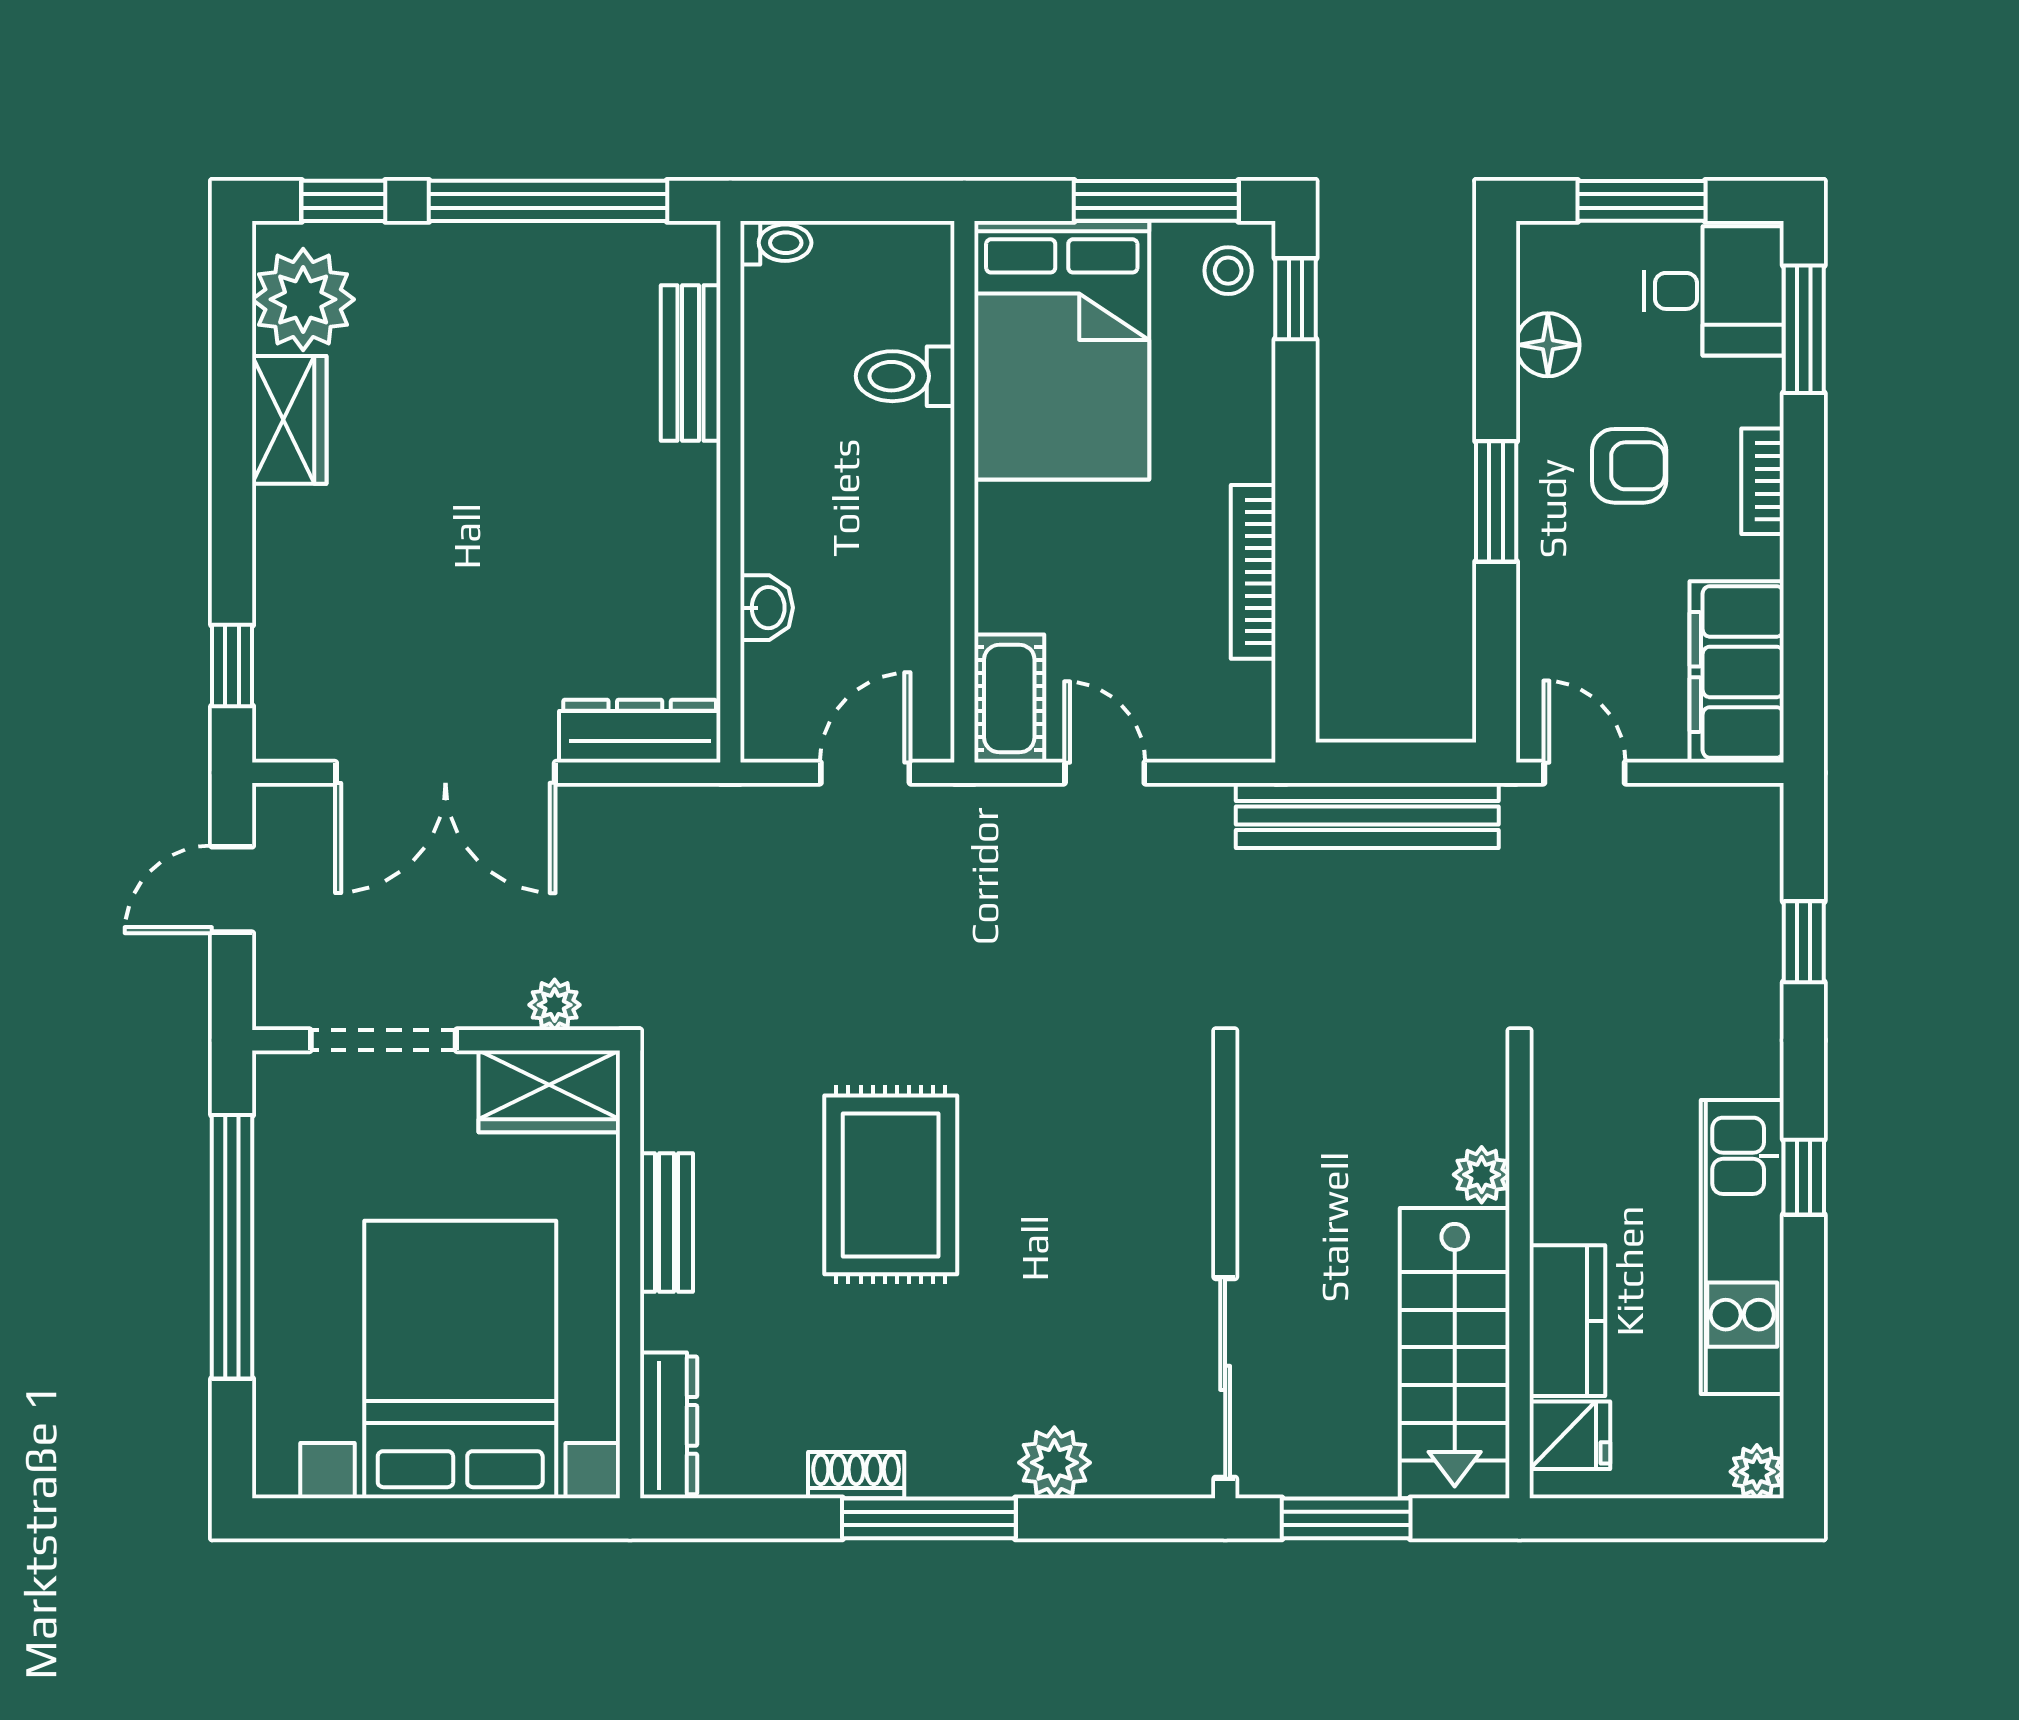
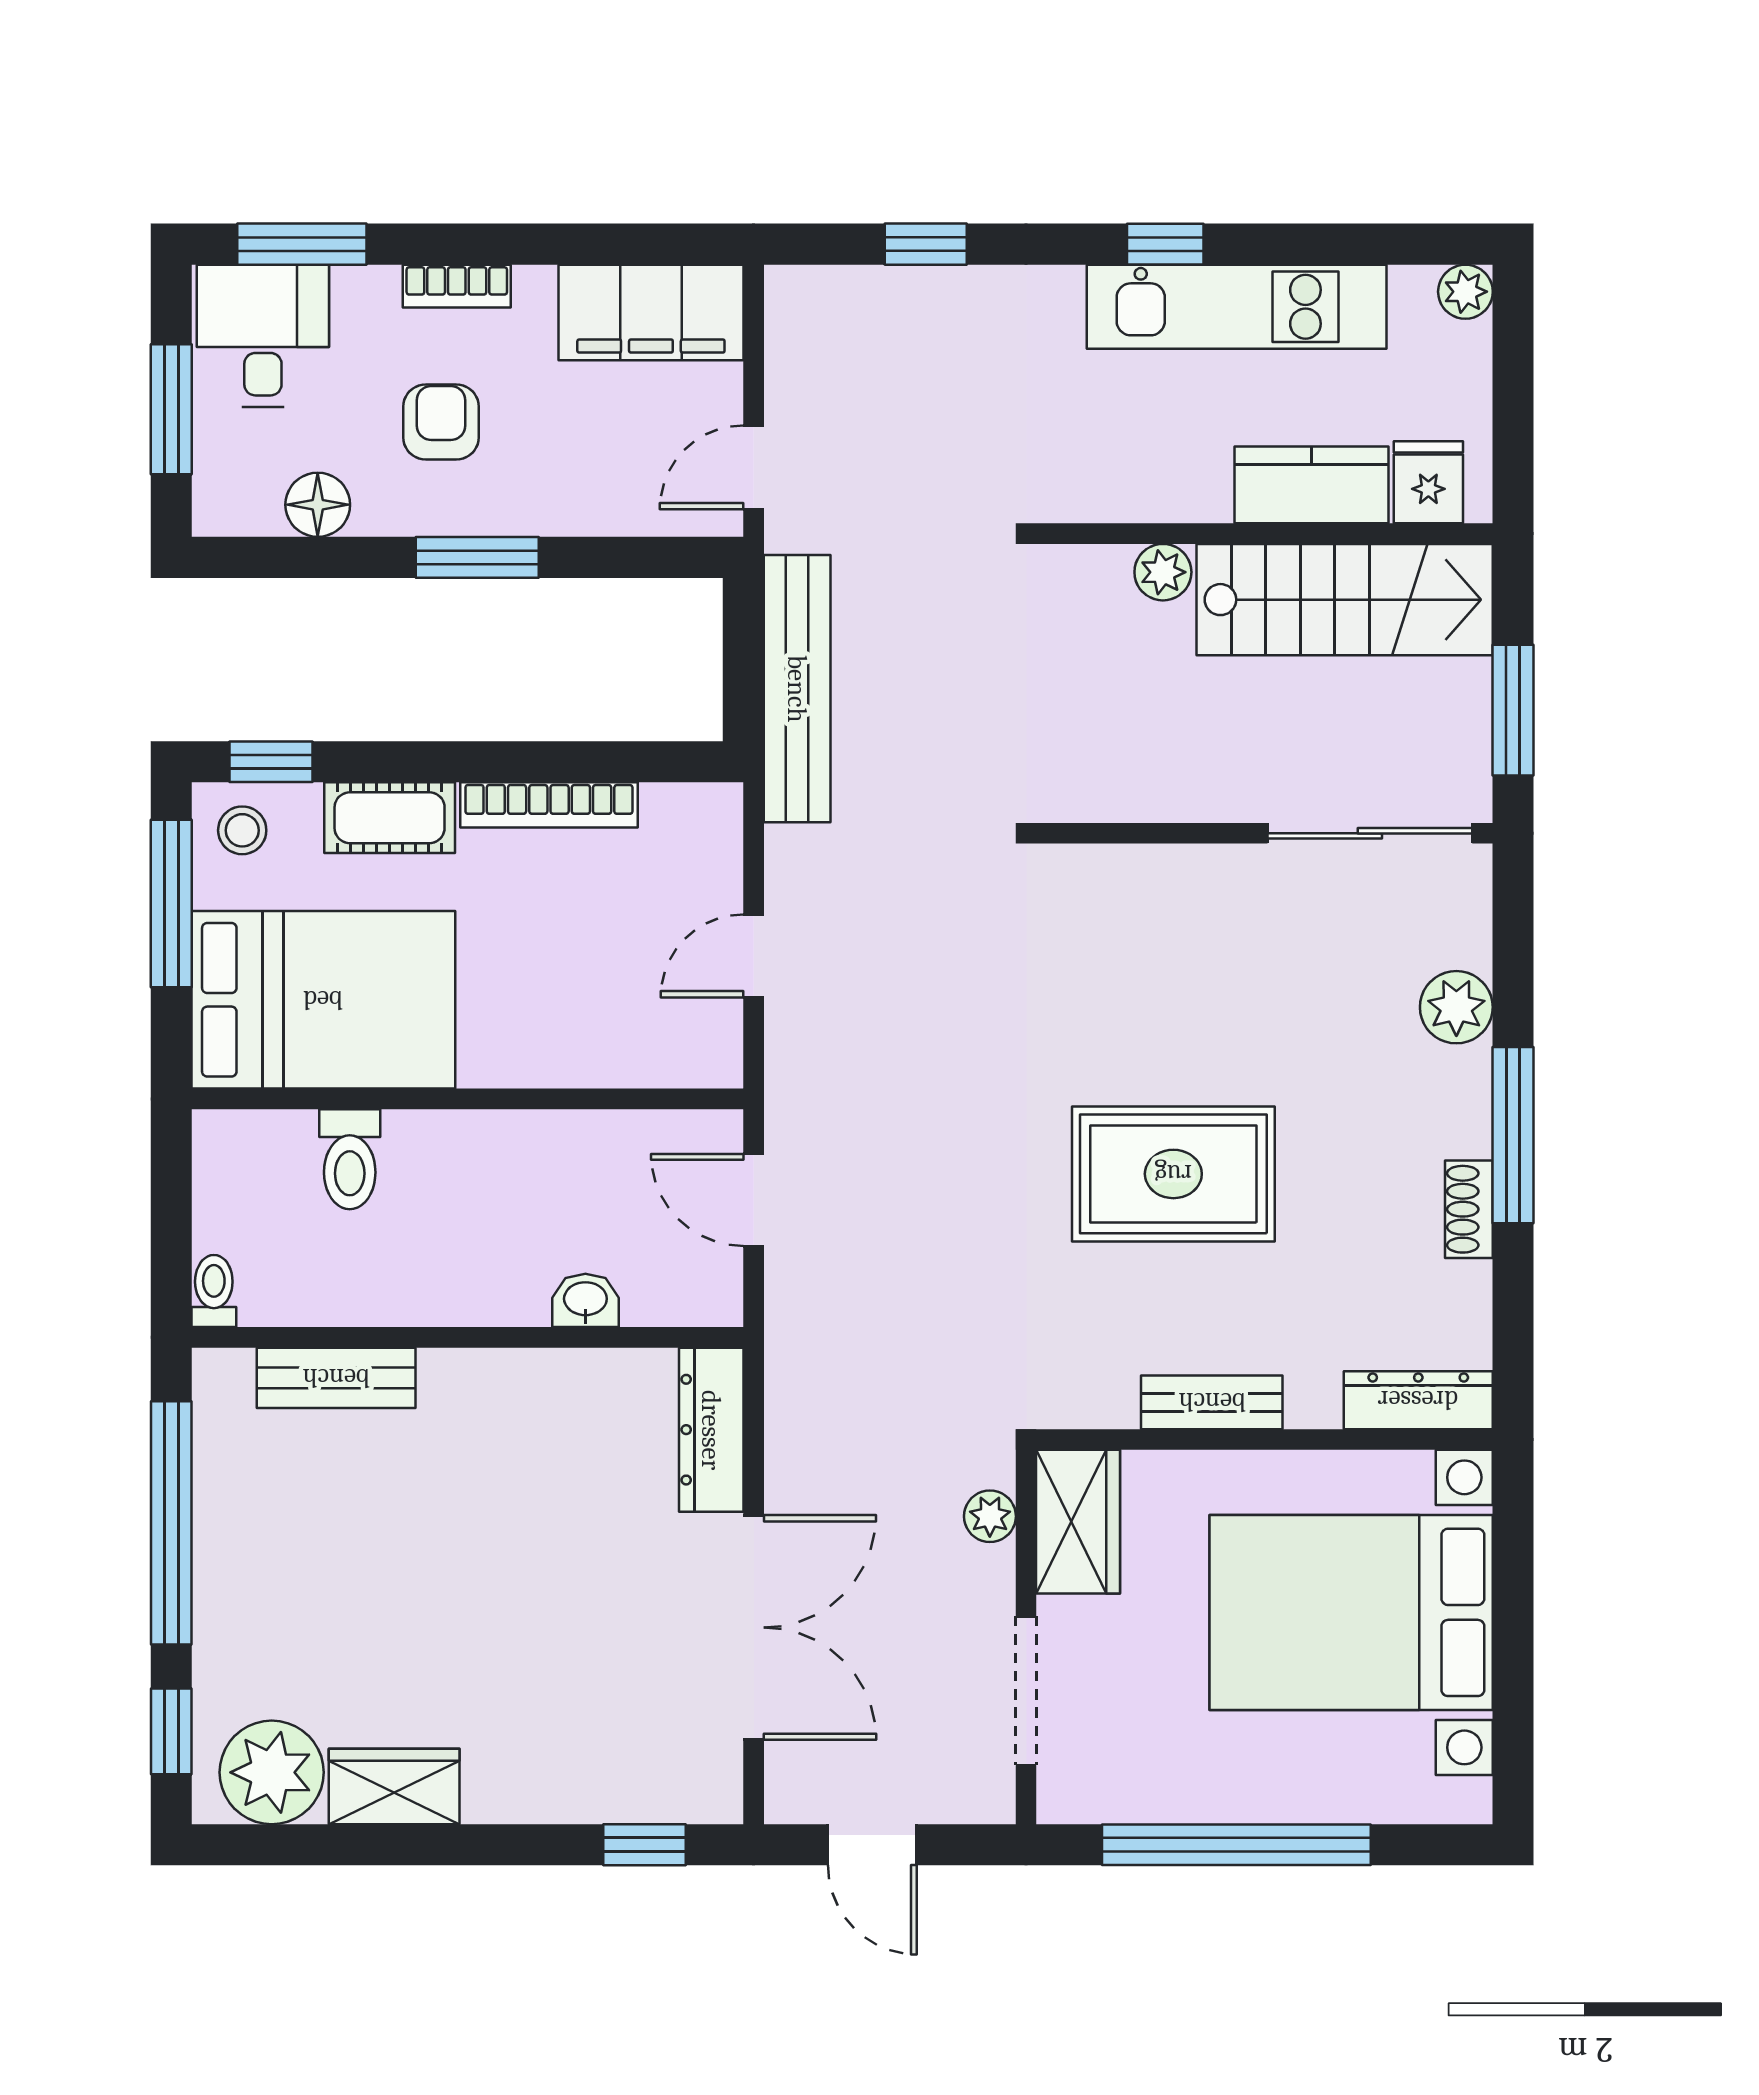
cot: (1009, 699) -> (390, 818), moved

